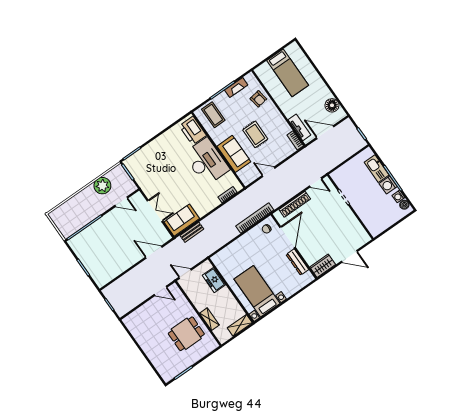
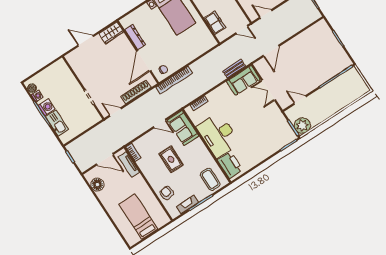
sofa: (234, 154) -> (183, 128), moved
plant: (102, 186) -> (302, 126), moved
door: (154, 252) -> (271, 51), hinge flipped

